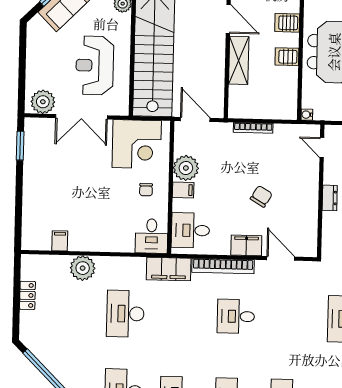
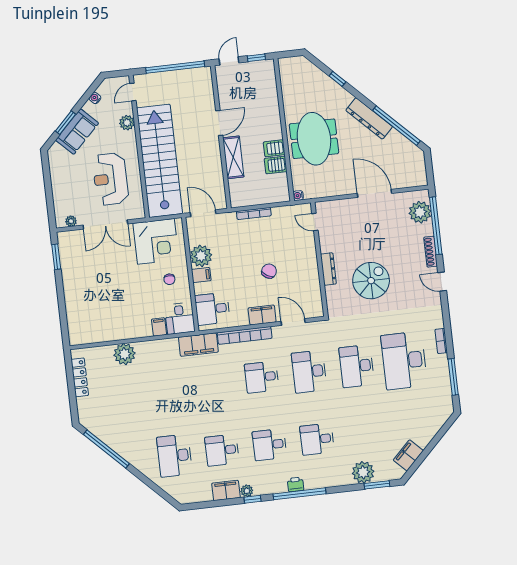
door: (228, 19) -> (219, 123), hinge flipped
server rack: (287, 23) -> (276, 165), moved
plant: (43, 102) -> (71, 221), width x0.53, depth x0.53
dresser: (330, 198) -> (328, 269), width x1.44
filing cabinet: (60, 241) -> (159, 327), moved
locker: (27, 295) -> (80, 377), width x1.53
desk: (125, 314) -> (309, 372), moved

